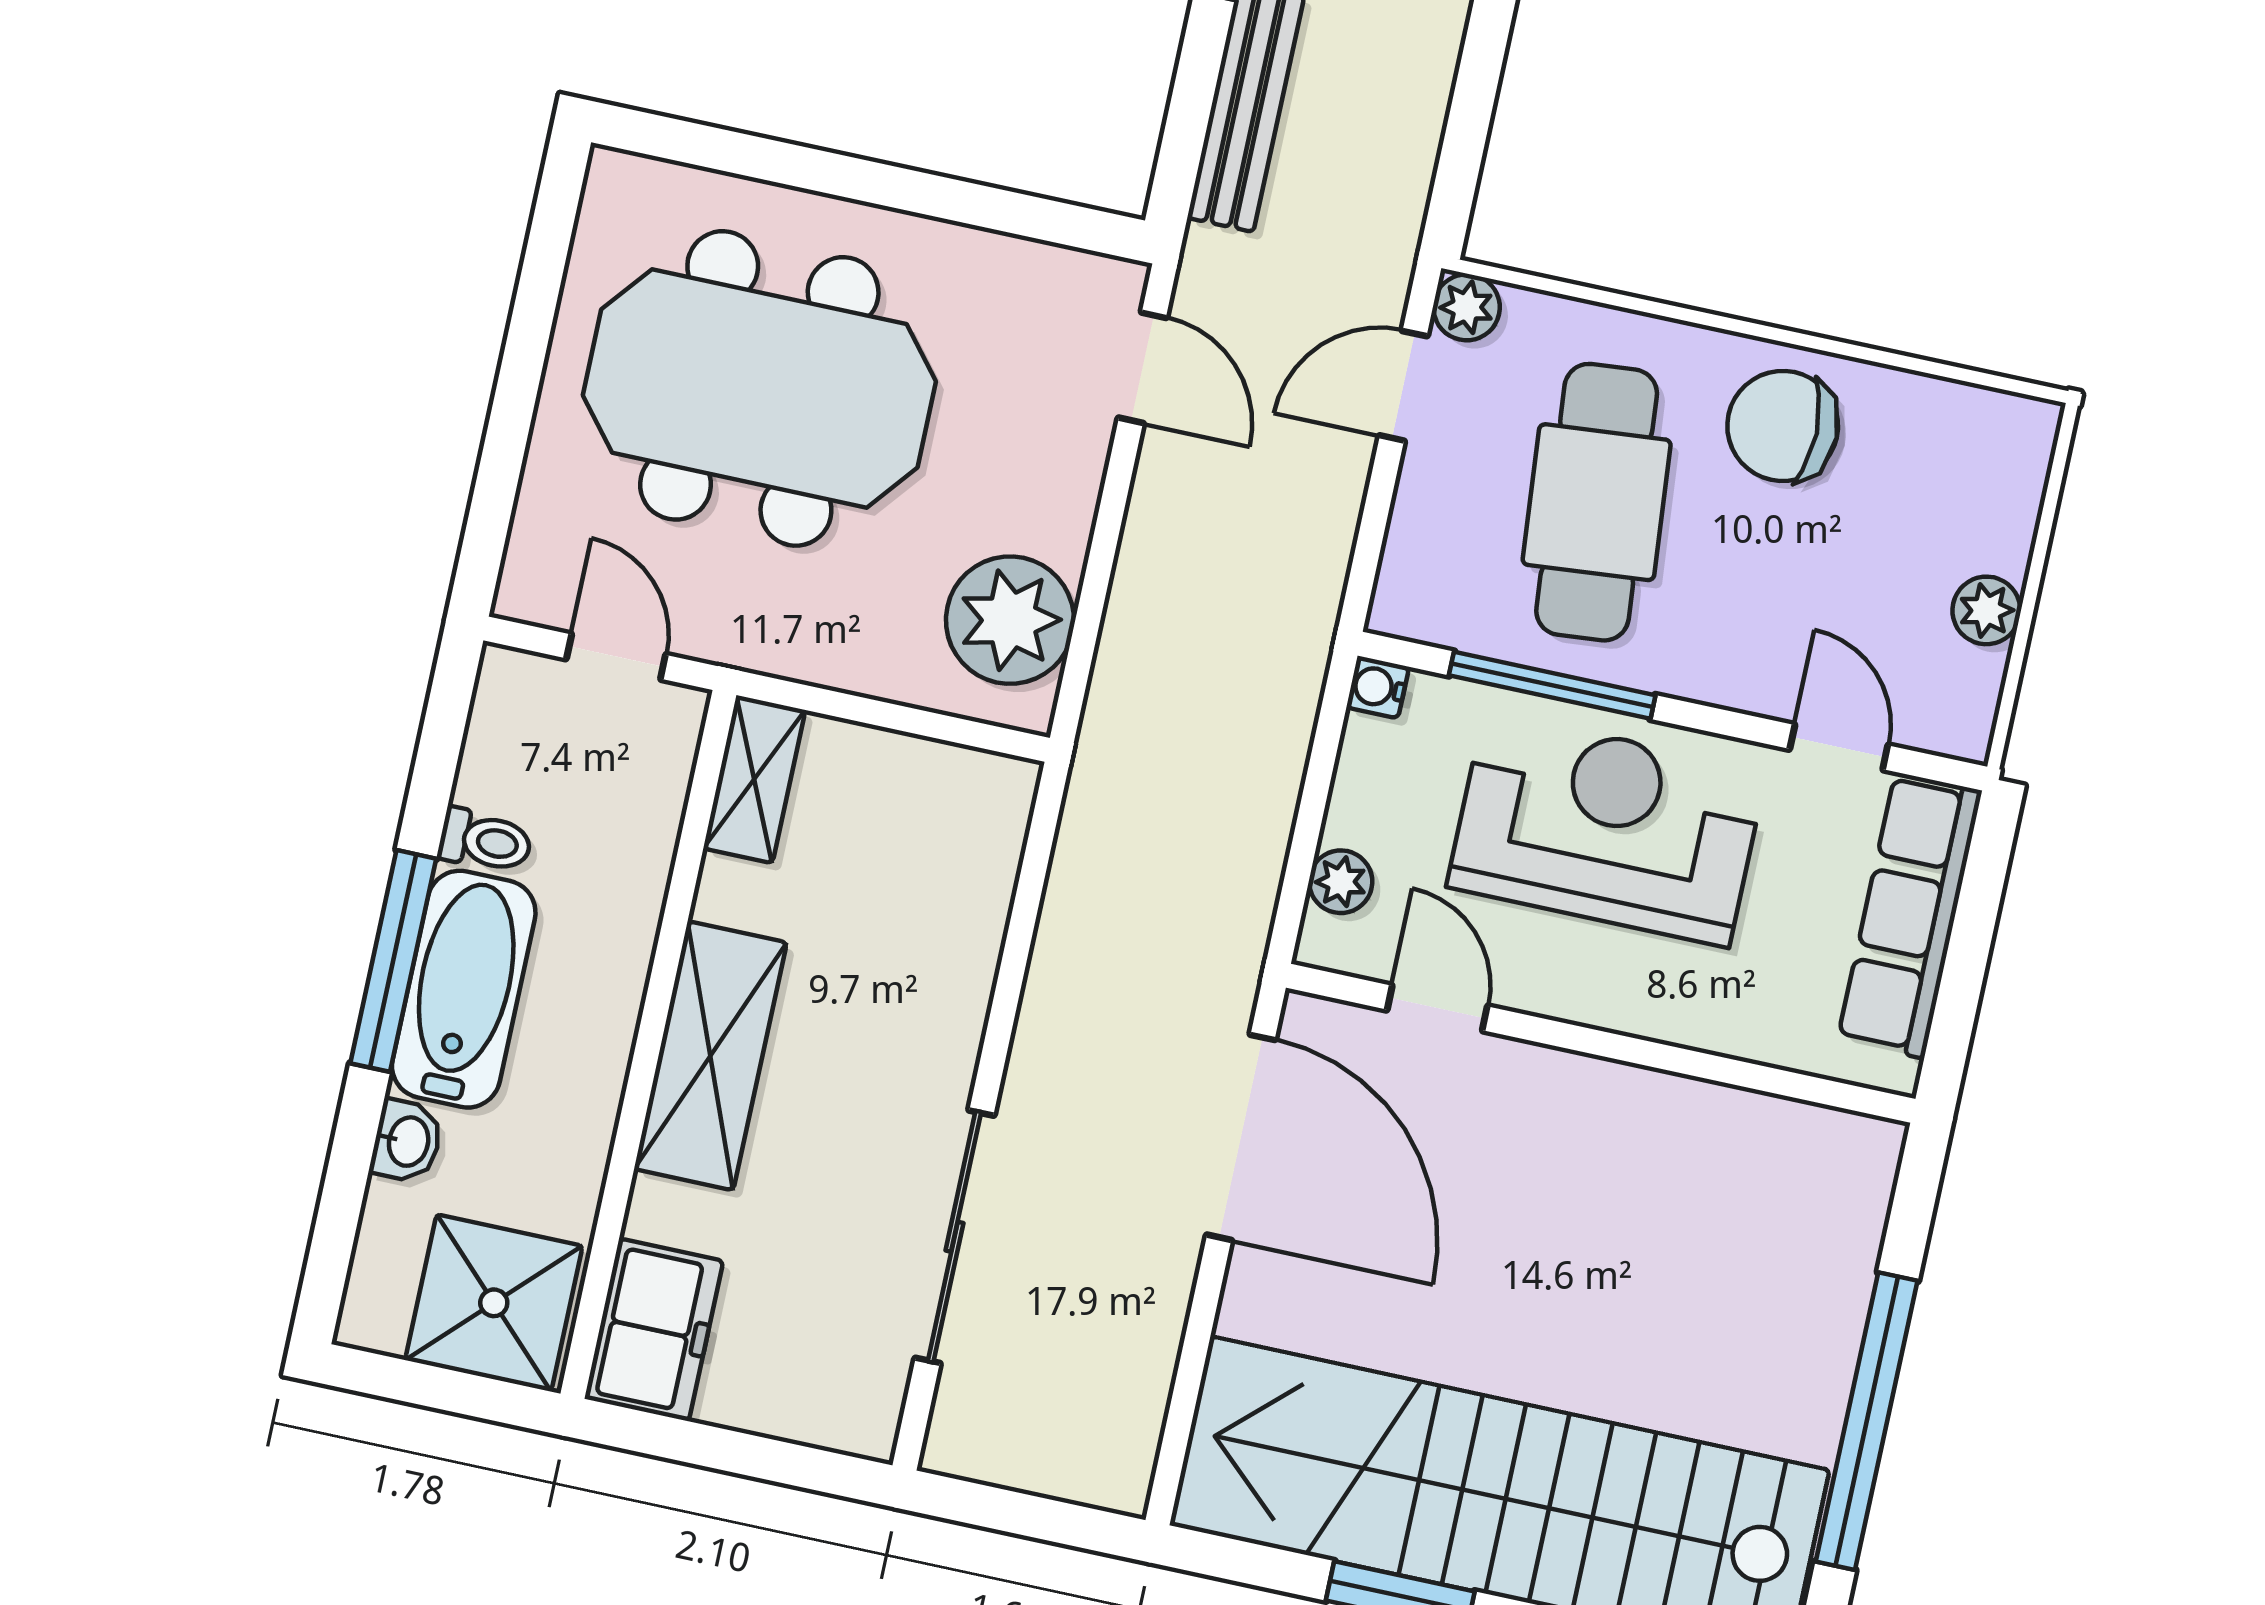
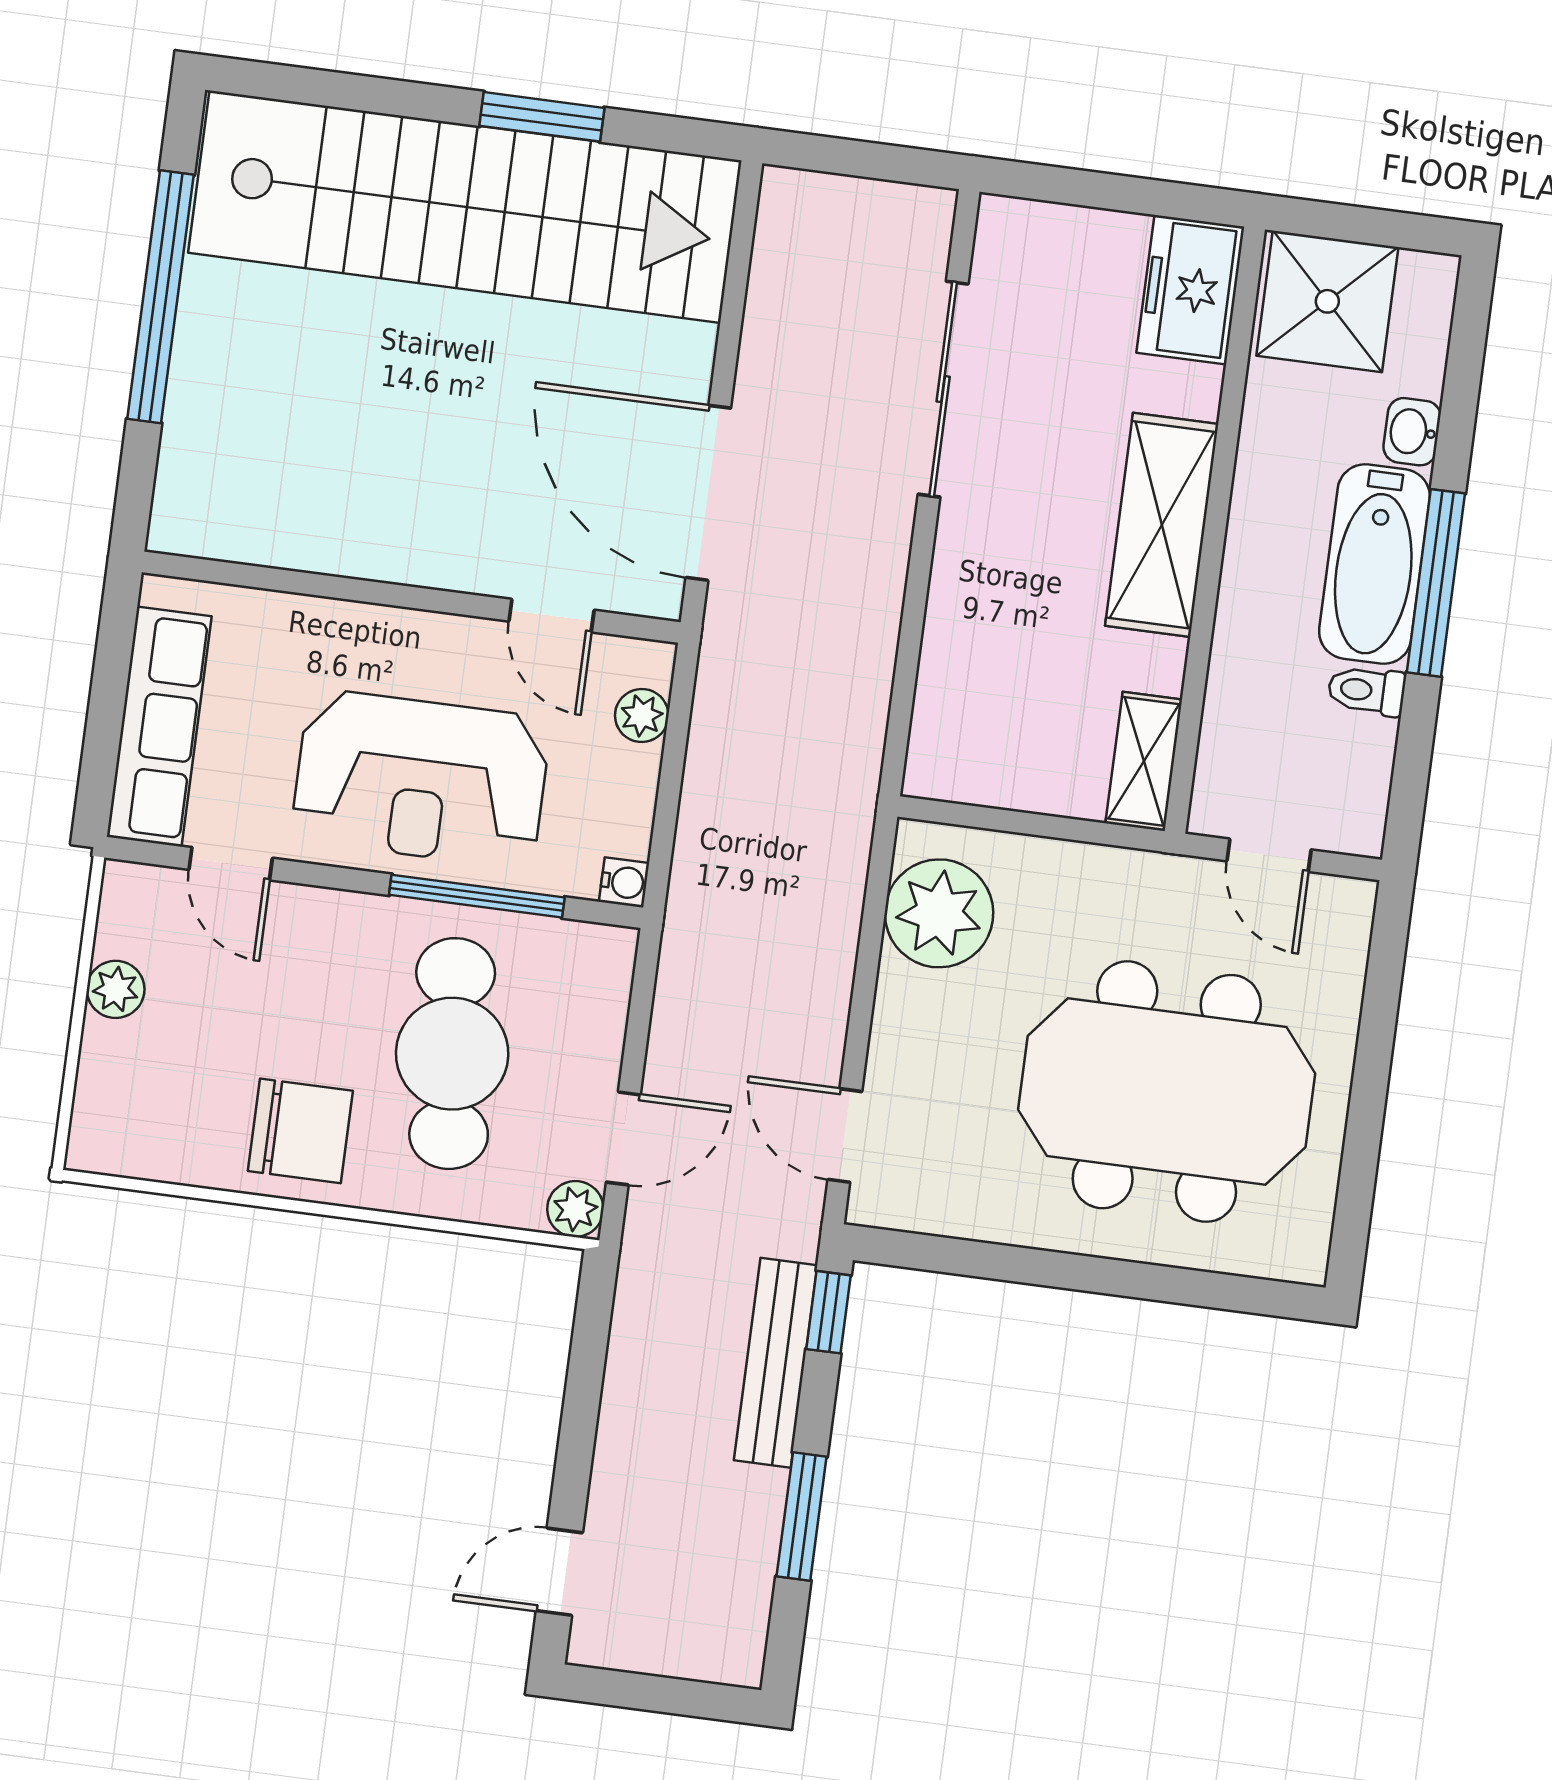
window: (1179, 161) -> (828, 1312), added

